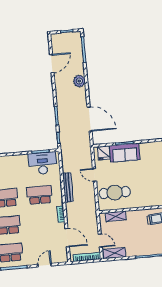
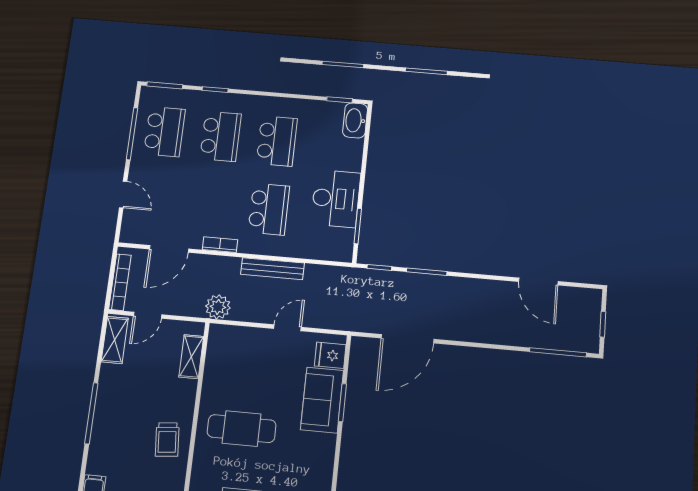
plant: (79, 81) -> (218, 307), moved
desk: (43, 163) -> (336, 199), moved
cafe table: (115, 193) -> (242, 429), moved, turned 90

